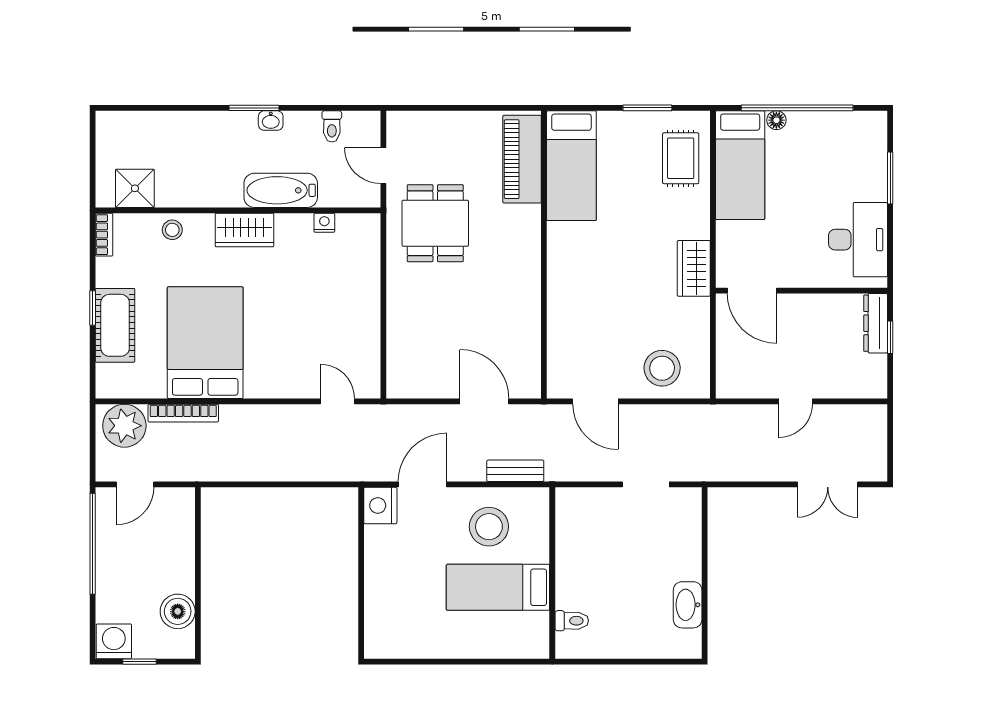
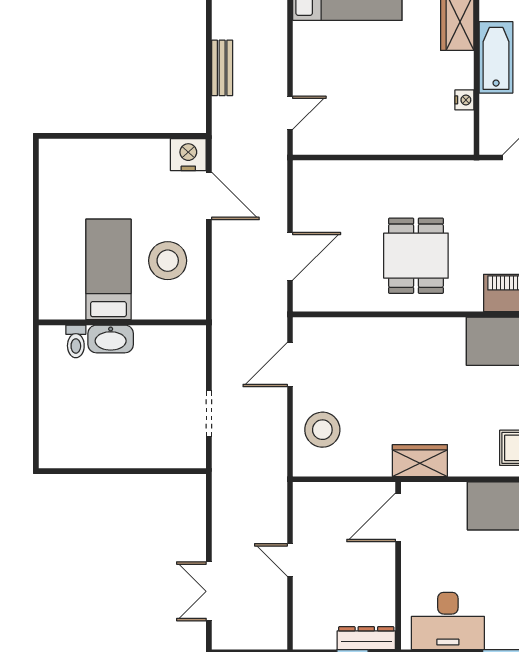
dining table: (435, 223) -> (416, 256), moved, turned 90
bench: (515, 471) -> (222, 68), moved
washbasin: (688, 605) -> (111, 339), moved, turned 180

